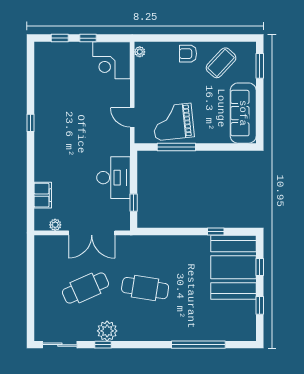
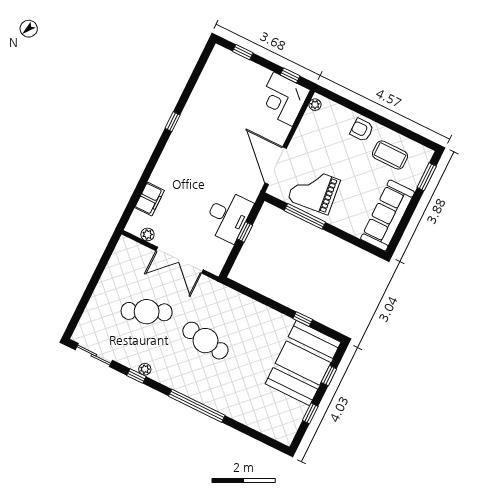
window: (88, 38) -> (290, 75), moved
coffee table: (221, 63) -> (390, 155), turned 47
door: (132, 117) -> (276, 166), width x1.87
window: (134, 203) -> (245, 232), moved
plant: (107, 331) -> (145, 369), width x0.53, depth x0.53
window: (198, 345) -> (197, 406), moved

